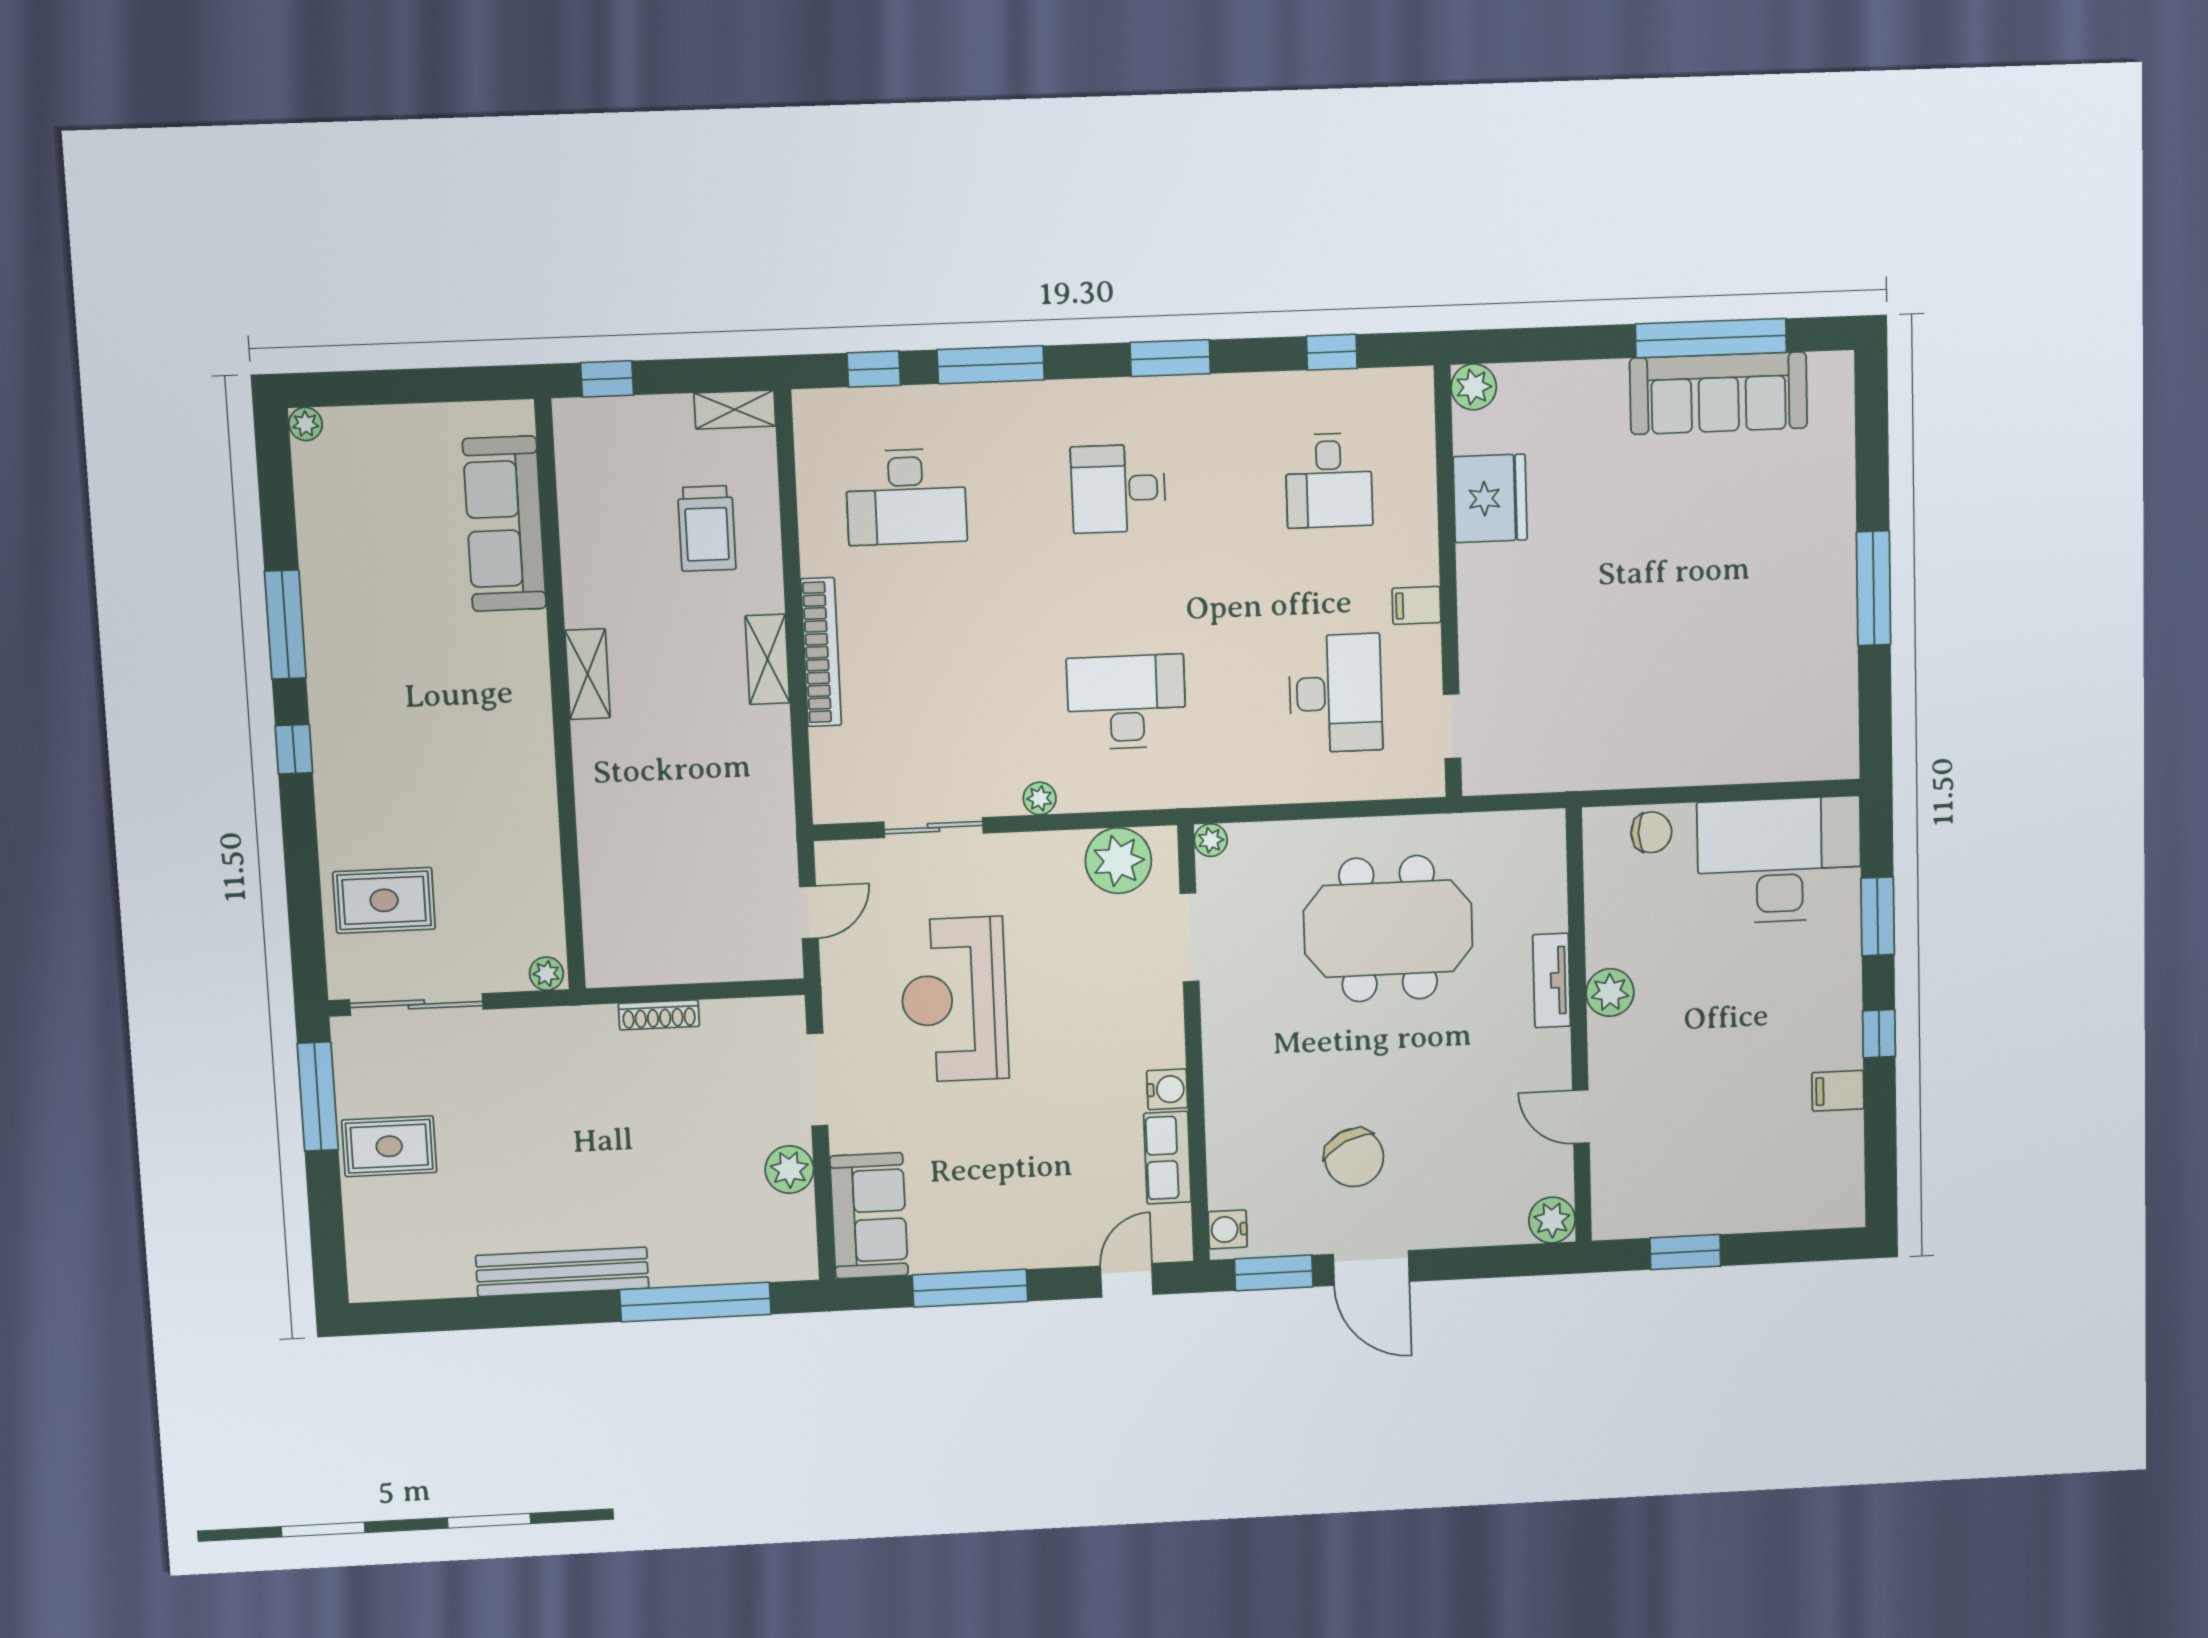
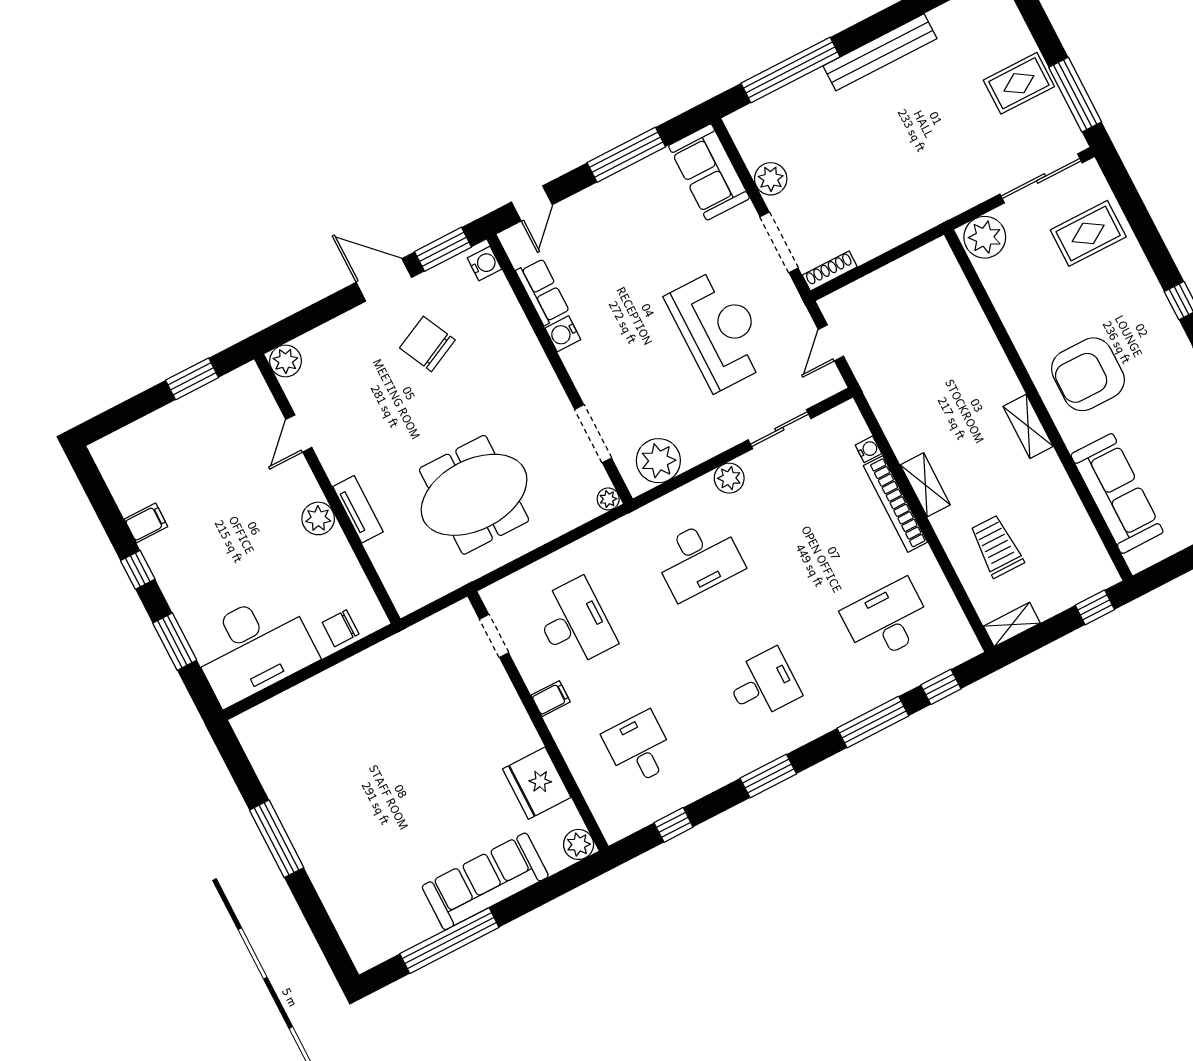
sofa: (1719, 393) -> (485, 881), moved
desk: (1336, 693) -> (574, 623), turned 180
armchair: (471, 707) -> (1088, 374), added
water cooler: (824, 744) -> (868, 449), added
plant: (1040, 798) -> (729, 478), width x1.38, depth x1.38
plant: (546, 974) -> (985, 237), width x1.88, depth x1.88
shoe rack: (659, 1015) -> (830, 271), moved
door: (1581, 1117) -> (299, 433), swing flipped

